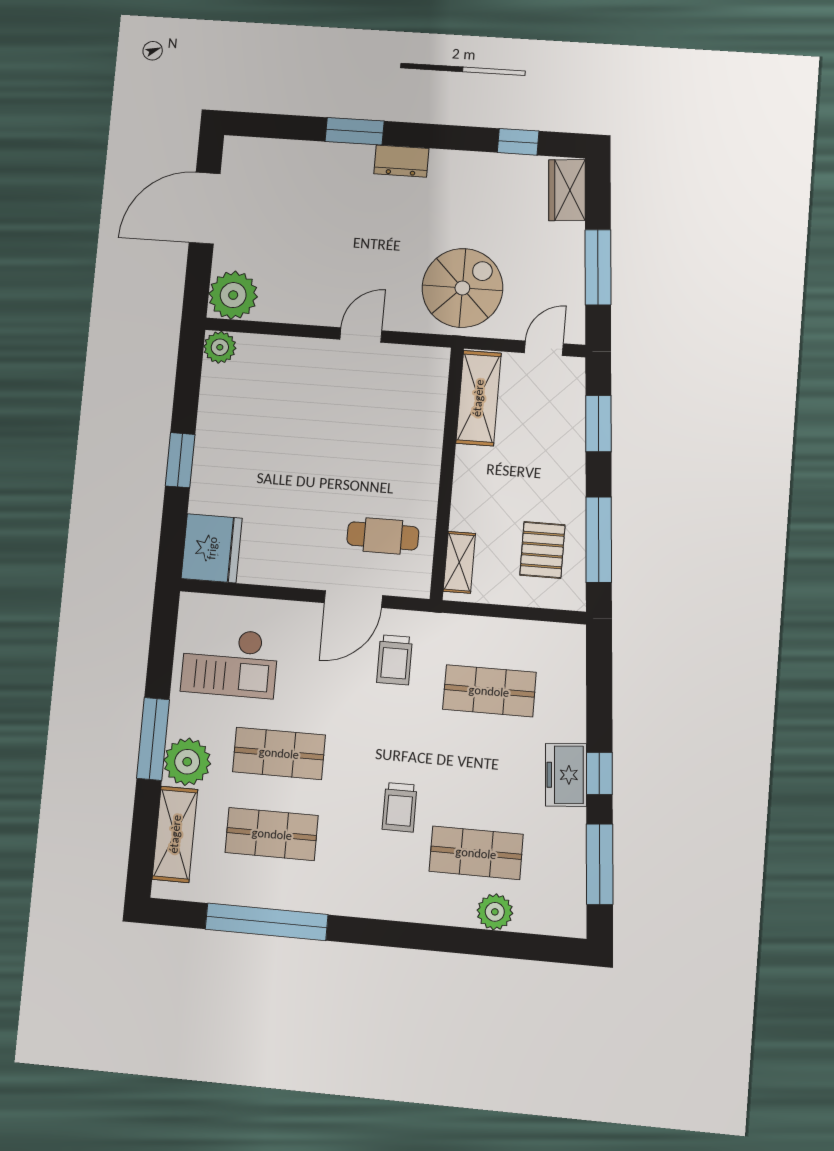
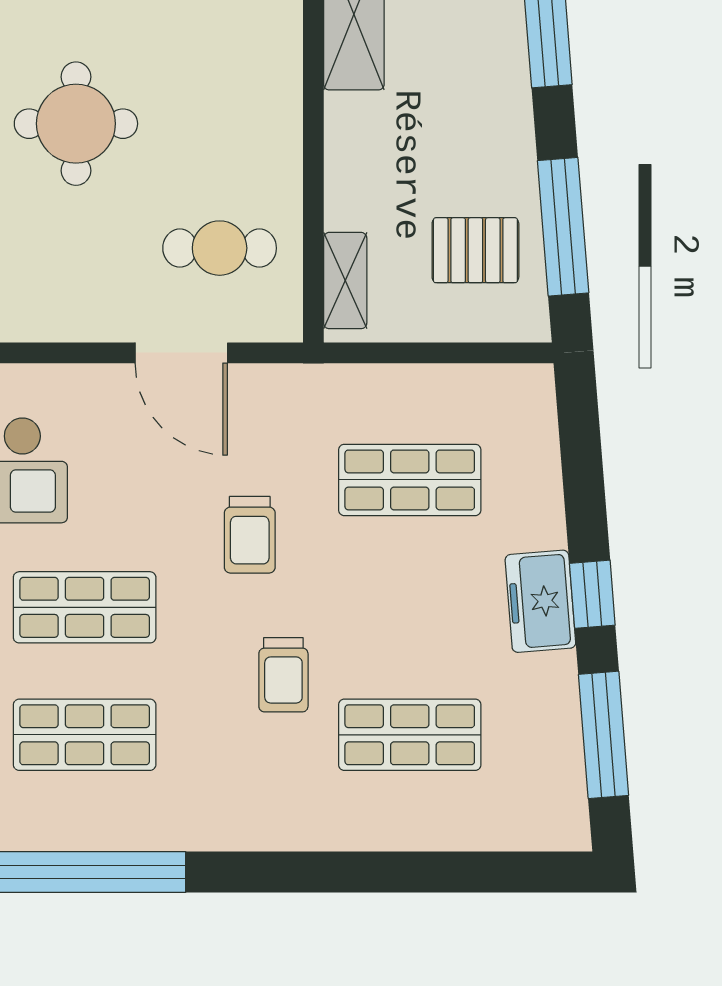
round table: (301, 452) -> (76, 124), added
pallet: (542, 550) -> (475, 250), turned 90
door: (353, 599) -> (181, 353), hinge flipped
trolley: (395, 660) -> (250, 535), moved
plant: (495, 912) -> (446, 823), removed

